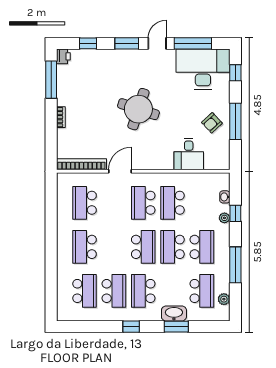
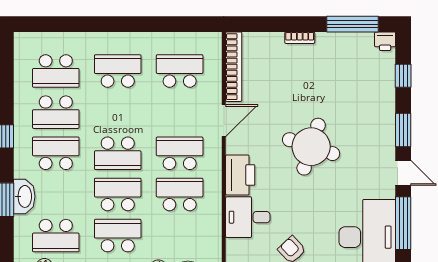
printer: (159, 160) -> (240, 175), added
door: (120, 171) -> (224, 121), hinge flipped
school desk: (202, 247) -> (118, 236), turned 180

